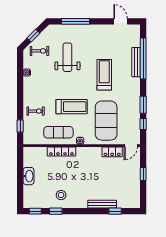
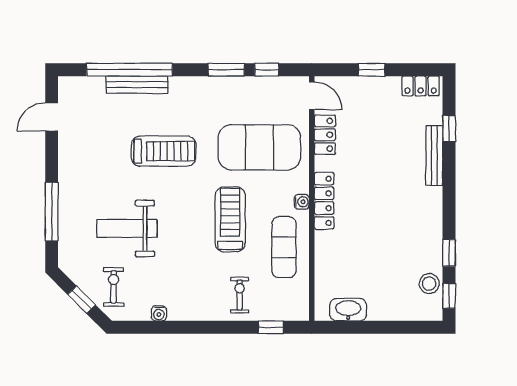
treadmill: (104, 75) -> (164, 151), turned 180
locker: (61, 151) -> (324, 201), moved
washbasin: (29, 176) -> (348, 310), moved
stool: (61, 195) -> (429, 284), moved
locker: (135, 198) -> (421, 86), added

